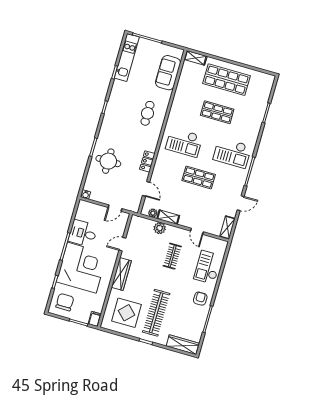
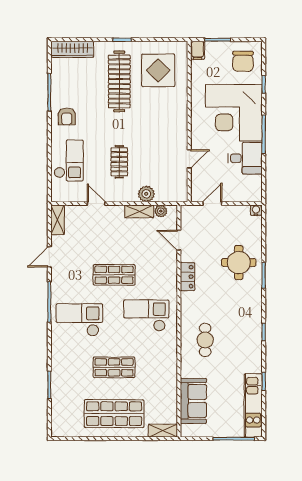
wardrobe: (121, 274) -> (180, 119), removed

